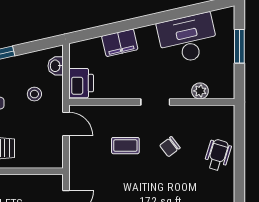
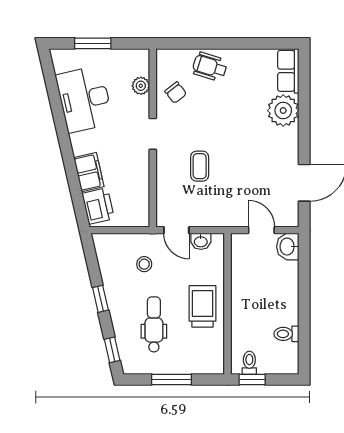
washbasin: (56, 66) -> (201, 241), moved
printer: (81, 83) -> (98, 206), moved, turned 77
door: (66, 124) -> (176, 230), swing flipped
chair: (170, 147) -> (176, 93), moved

